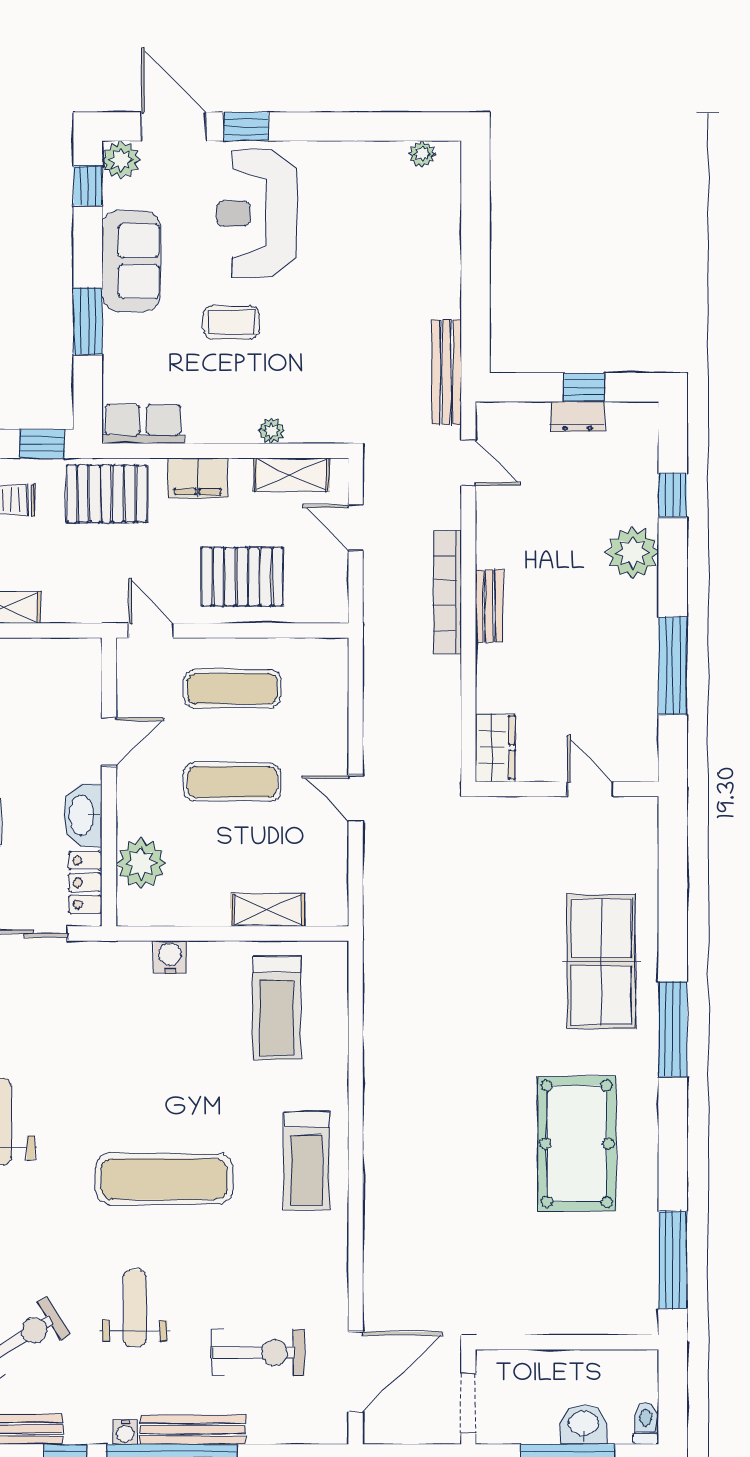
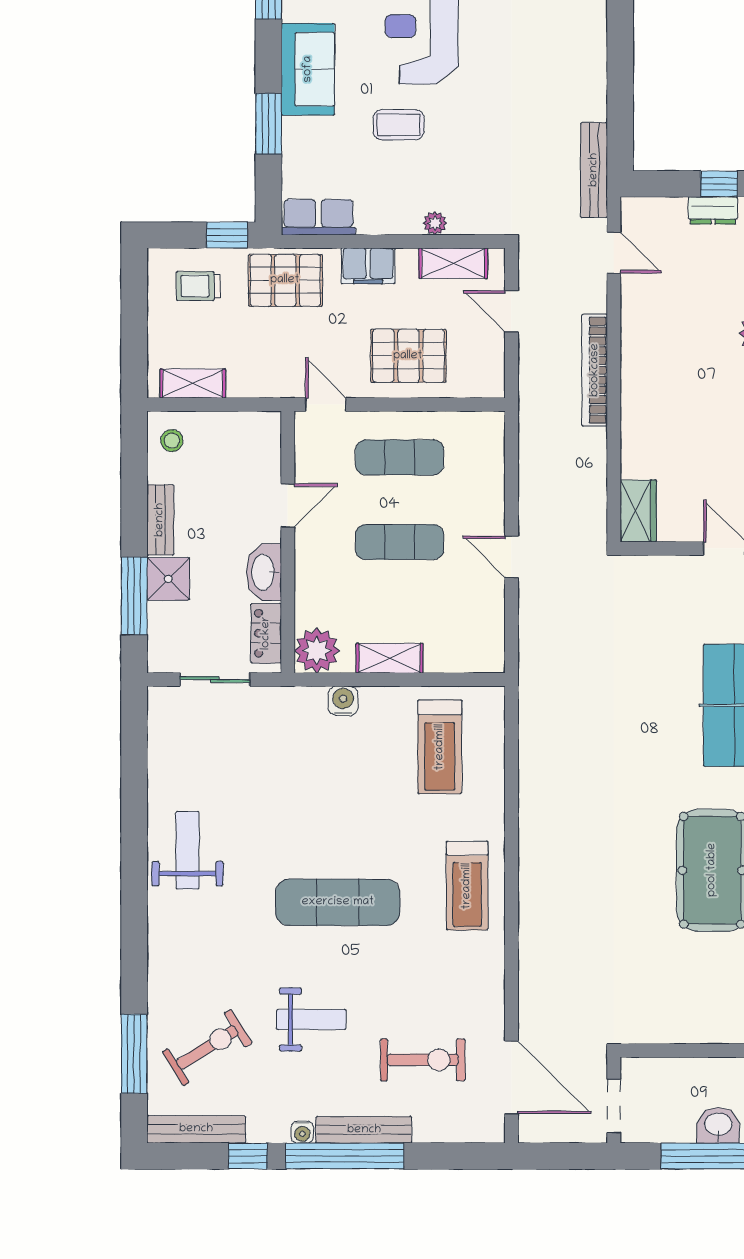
bench: (489, 606) -> (633, 382), removed
plant: (141, 863) -> (317, 650), moved
shelving: (268, 910) -> (390, 658), moved
weight bench: (135, 1308) -> (311, 1019), turned 90
door: (356, 1372) -> (511, 1077), hinge flipped

